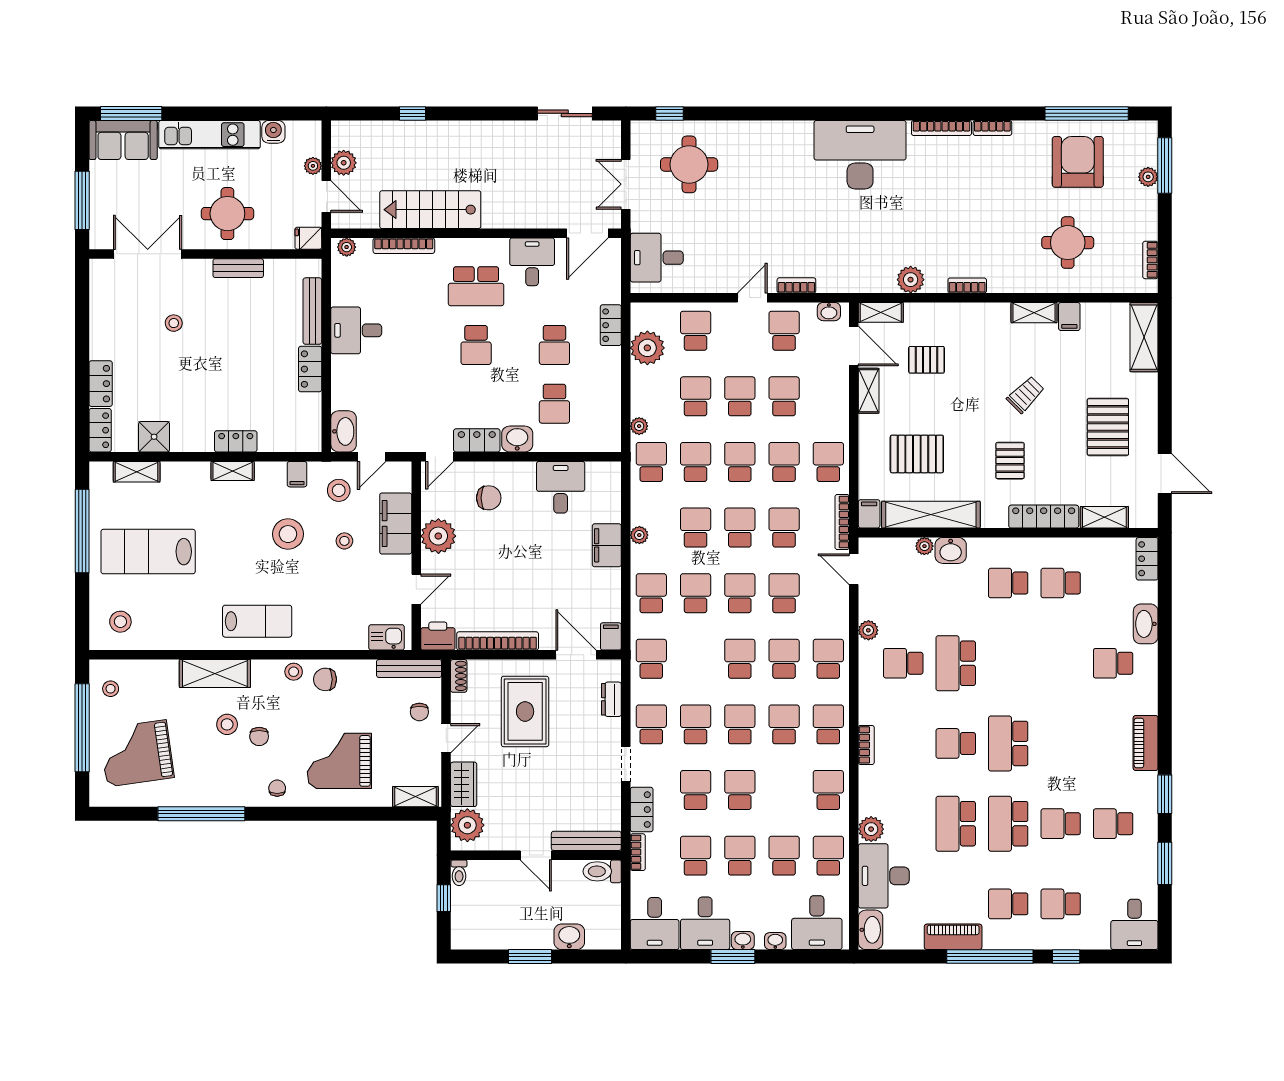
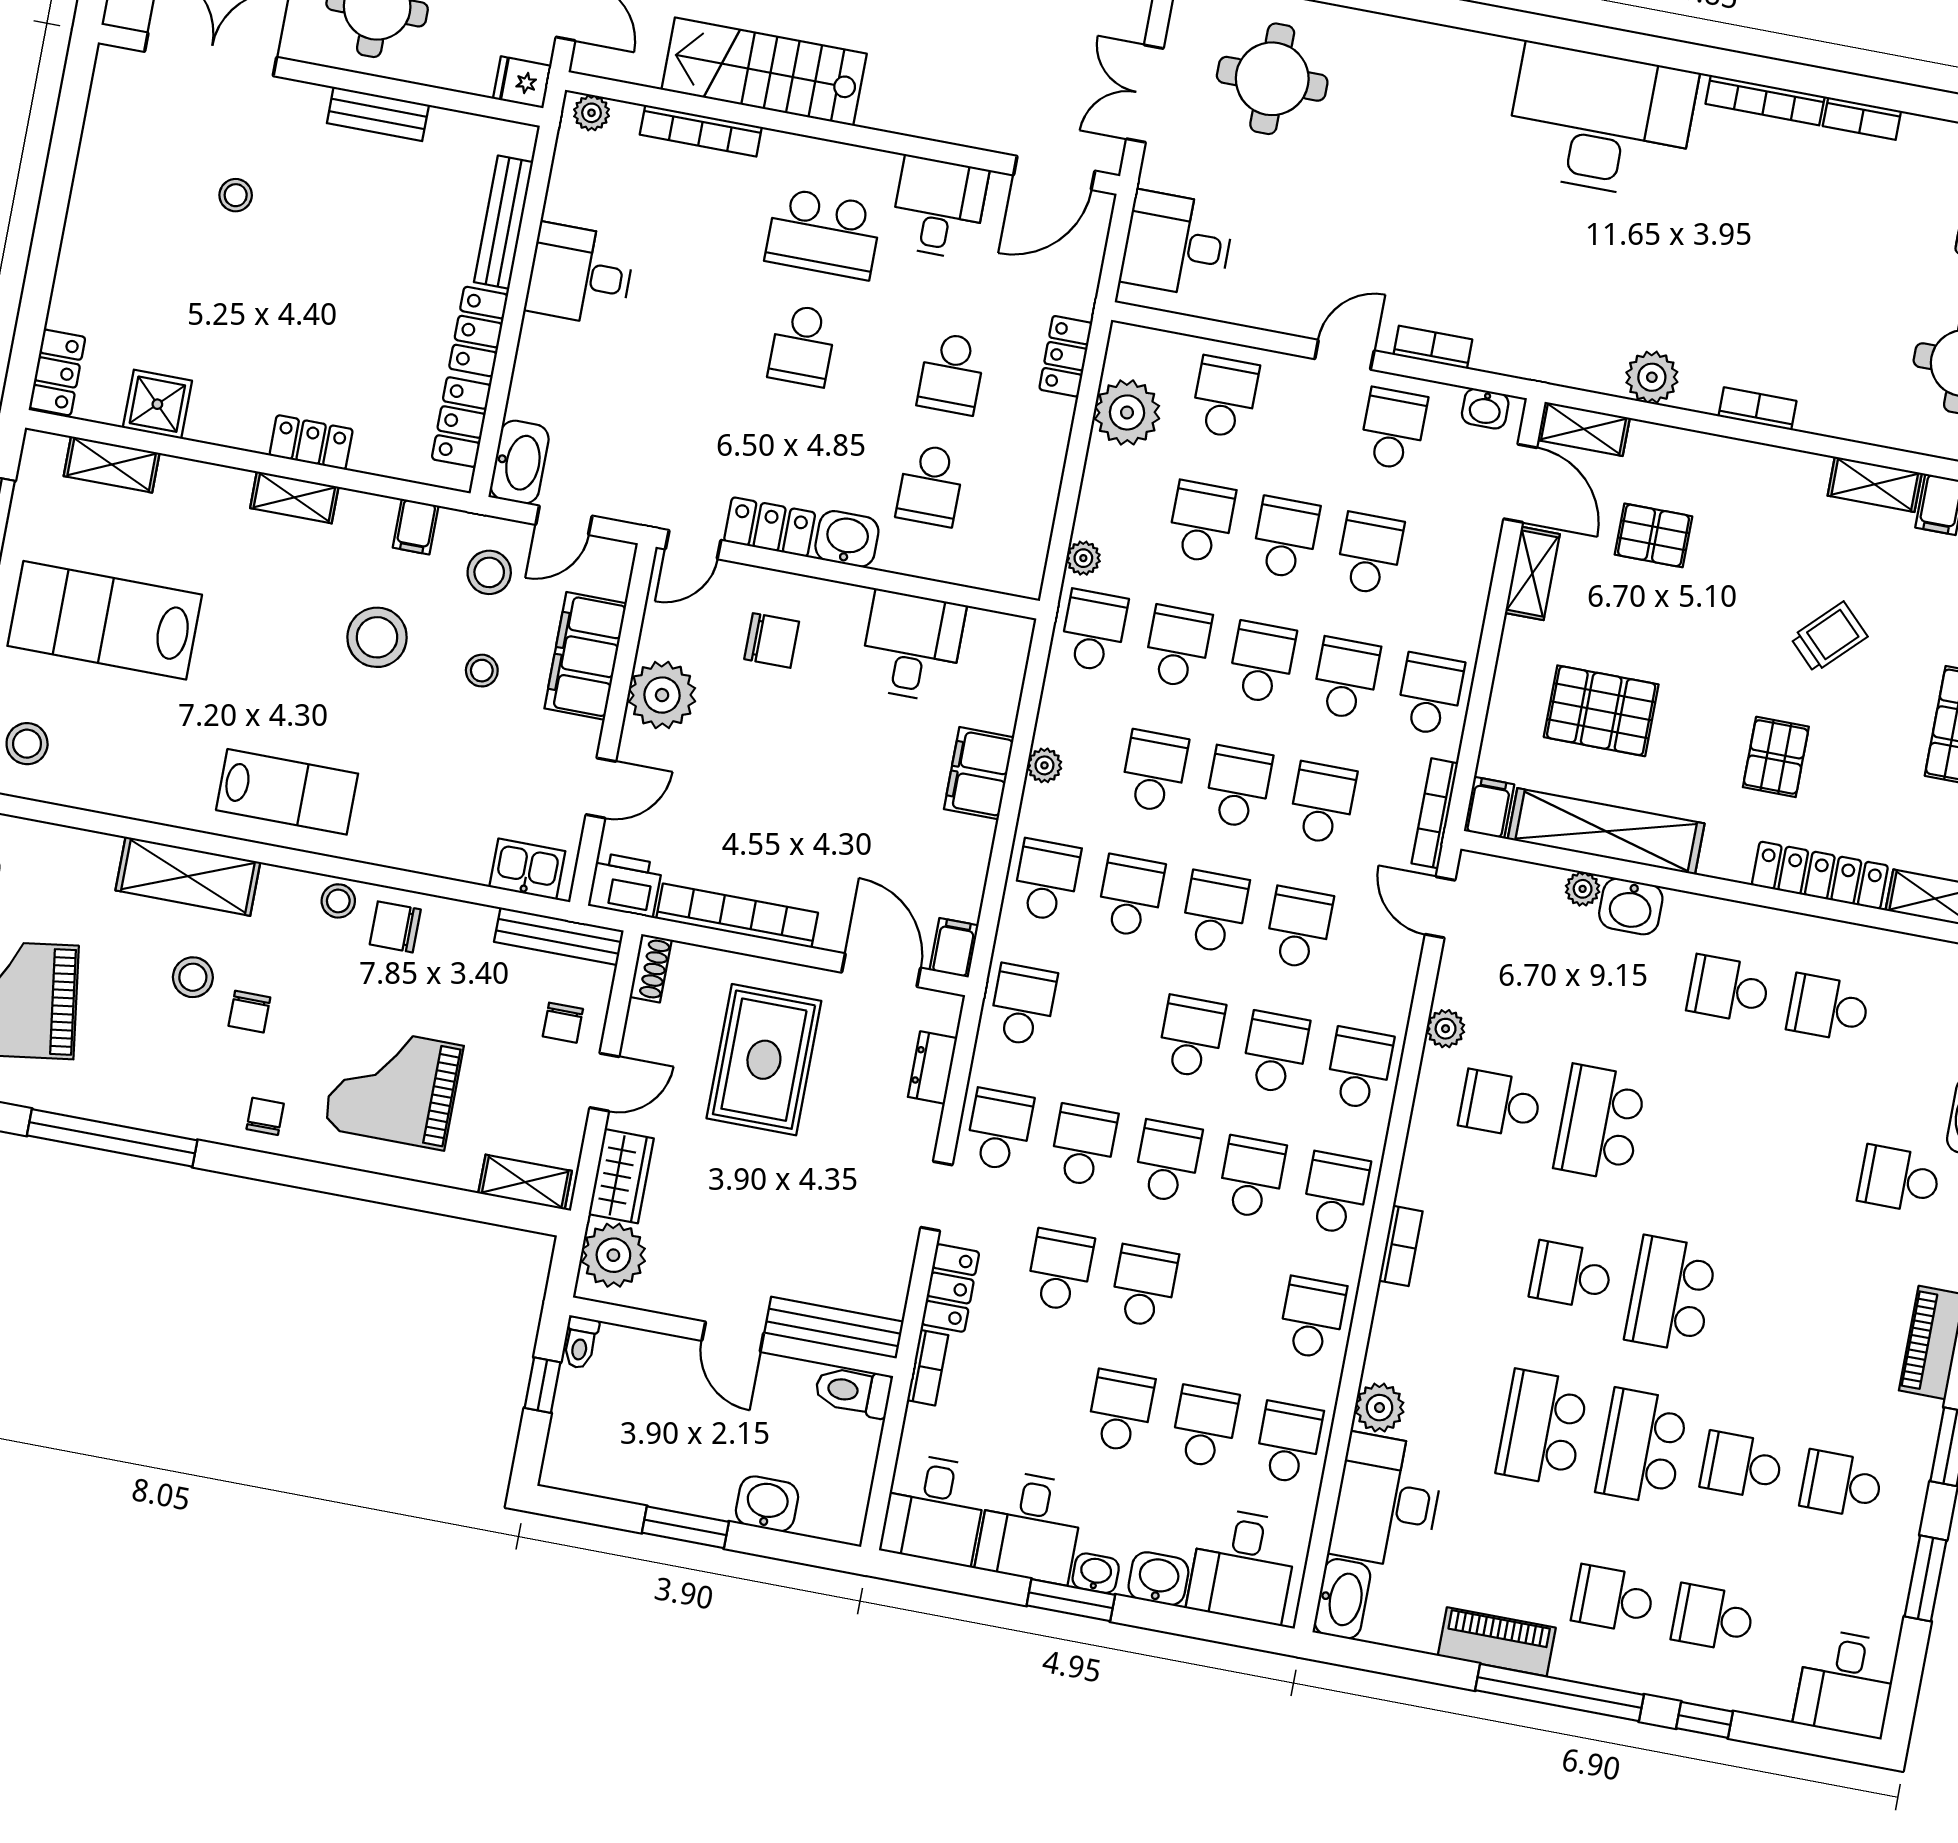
locker: (101, 384) -> (461, 422), moved, turned 180
school desk: (696, 856) -> (1036, 1395), removed
washbasin: (775, 941) -> (1158, 1579), width x1.38, depth x1.45

